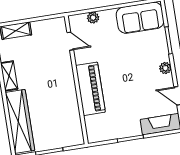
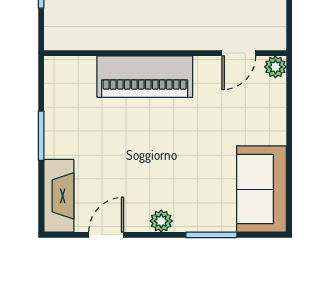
plant: (93, 18) -> (275, 67), moved

